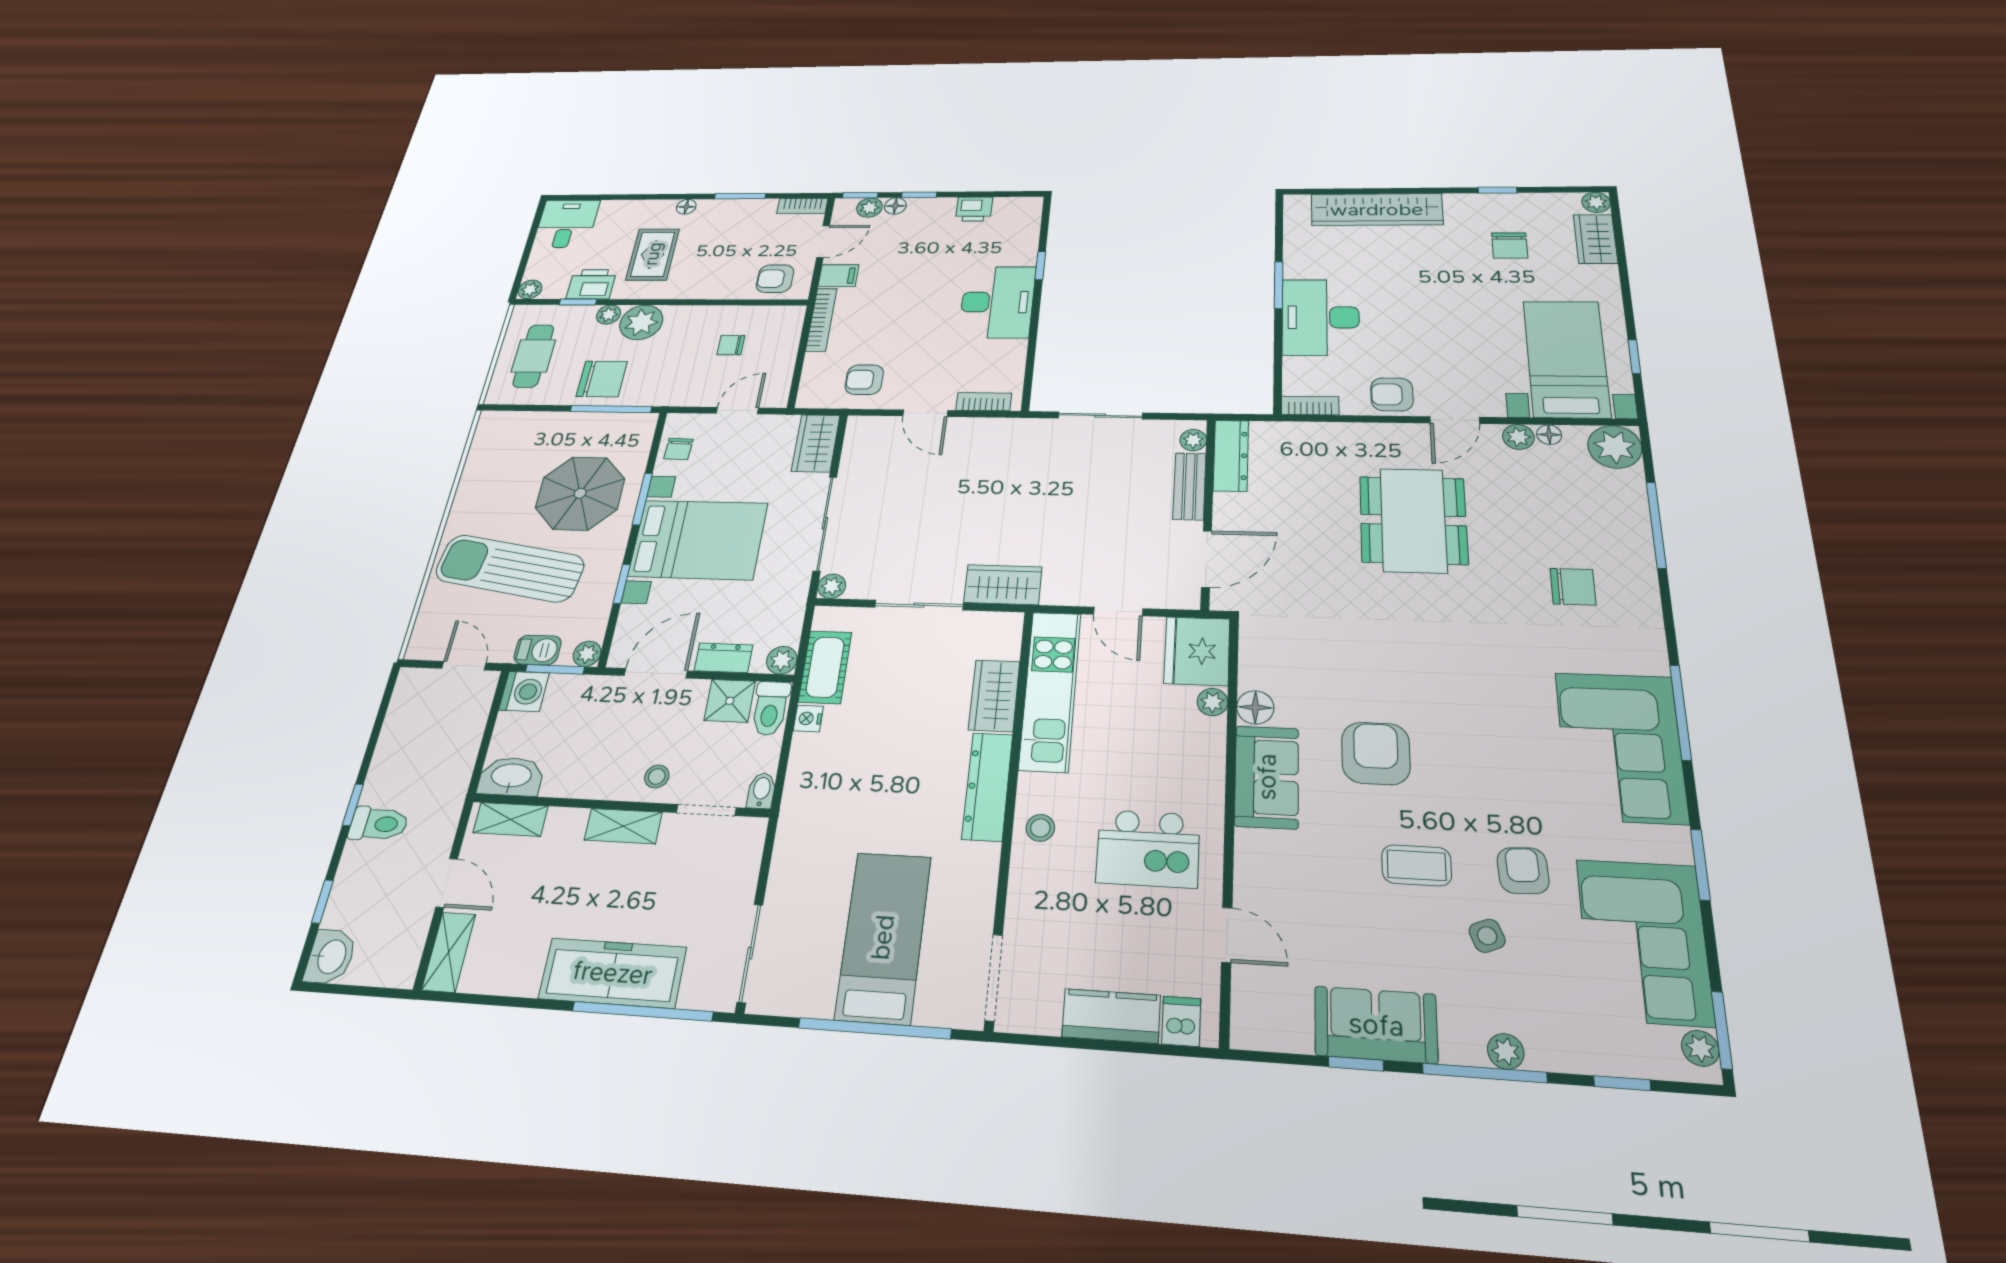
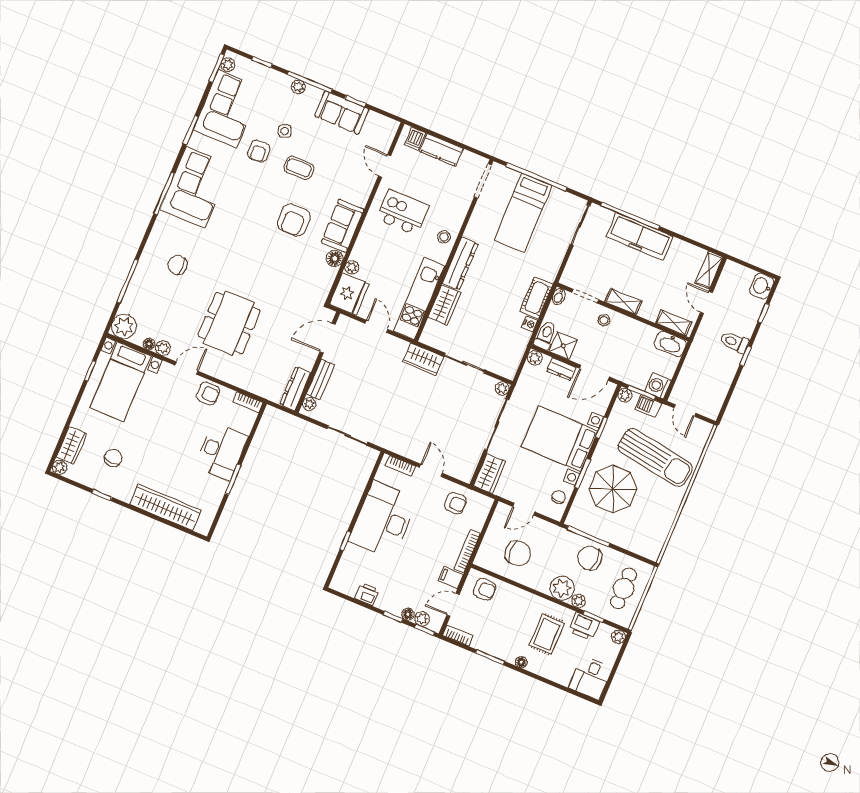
desk: (997, 302) -> (383, 520), width x1.36, depth x1.30
chair: (731, 345) -> (518, 553), width x1.87, depth x1.87
cot: (825, 667) -> (536, 298), moved

